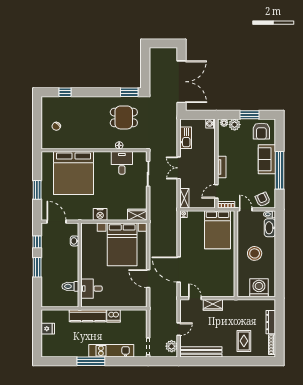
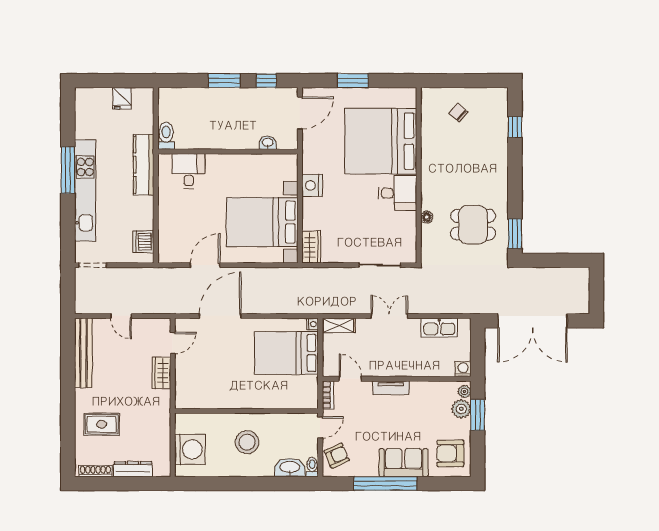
window: (249, 115) -> (478, 415), moved
dining table: (124, 117) -> (473, 225), turned 90
desk: (122, 163) -> (398, 193), moved
bed: (217, 230) -> (286, 353), moved
toilet: (70, 286) -> (166, 136), moved
dishwasher: (113, 316) -> (143, 242), moved
plant: (172, 346) -> (93, 304), removed
kitchen unit: (111, 351) -> (85, 190), width x1.36

